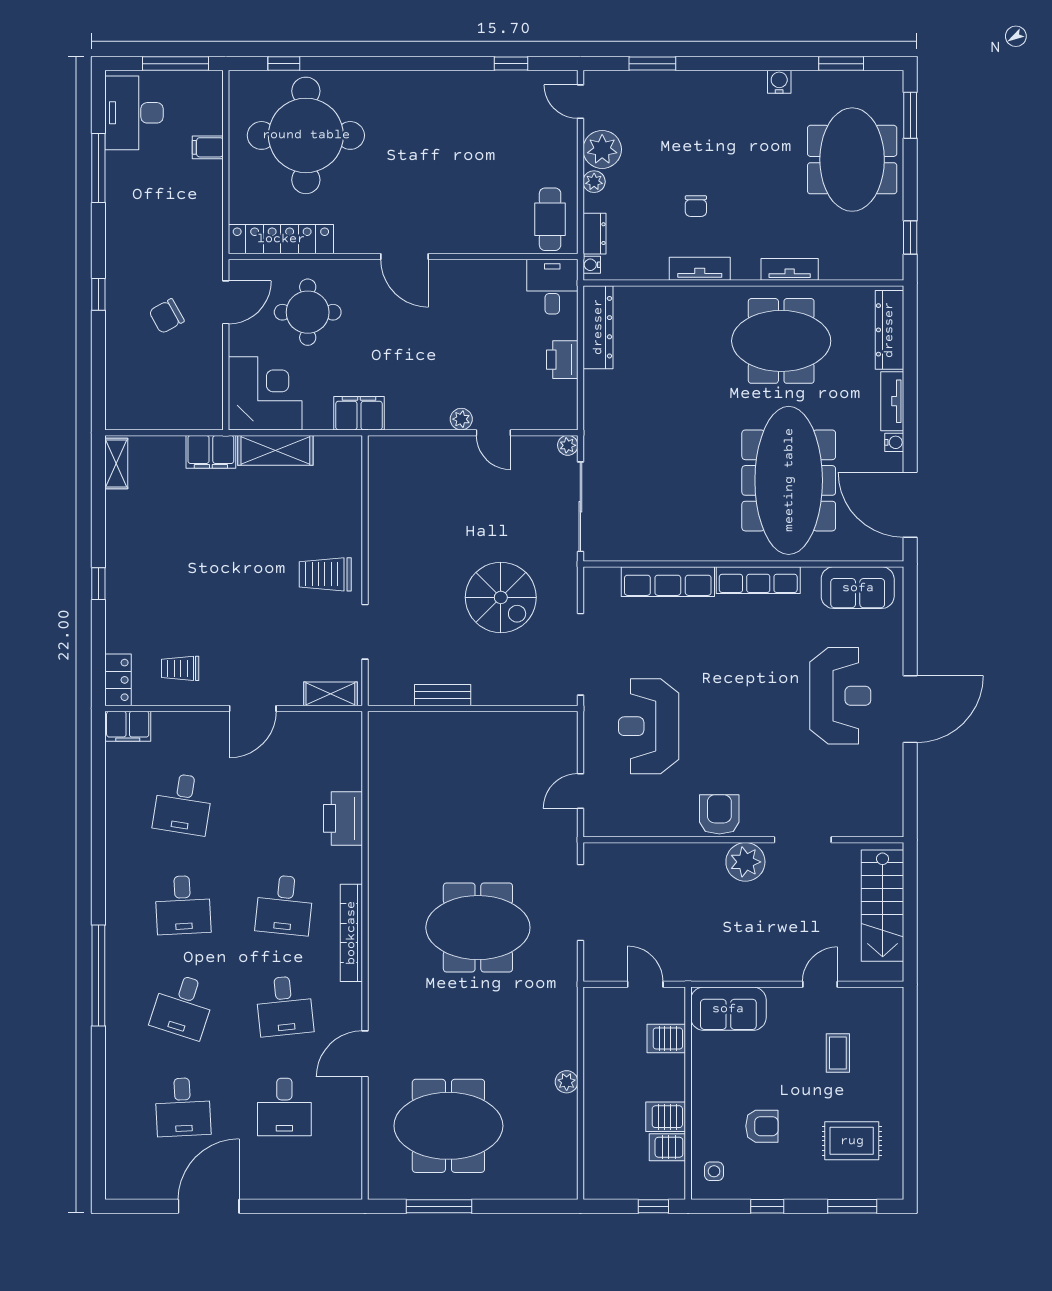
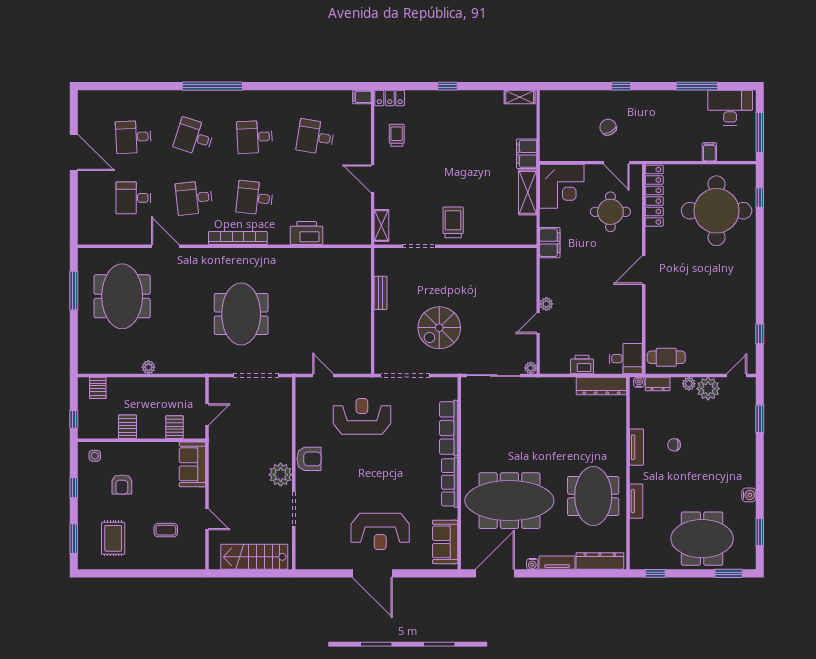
filing cabinet: (128, 726) -> (362, 97), width x0.50
server rack: (667, 1147) -> (98, 388), moved, turned 180

